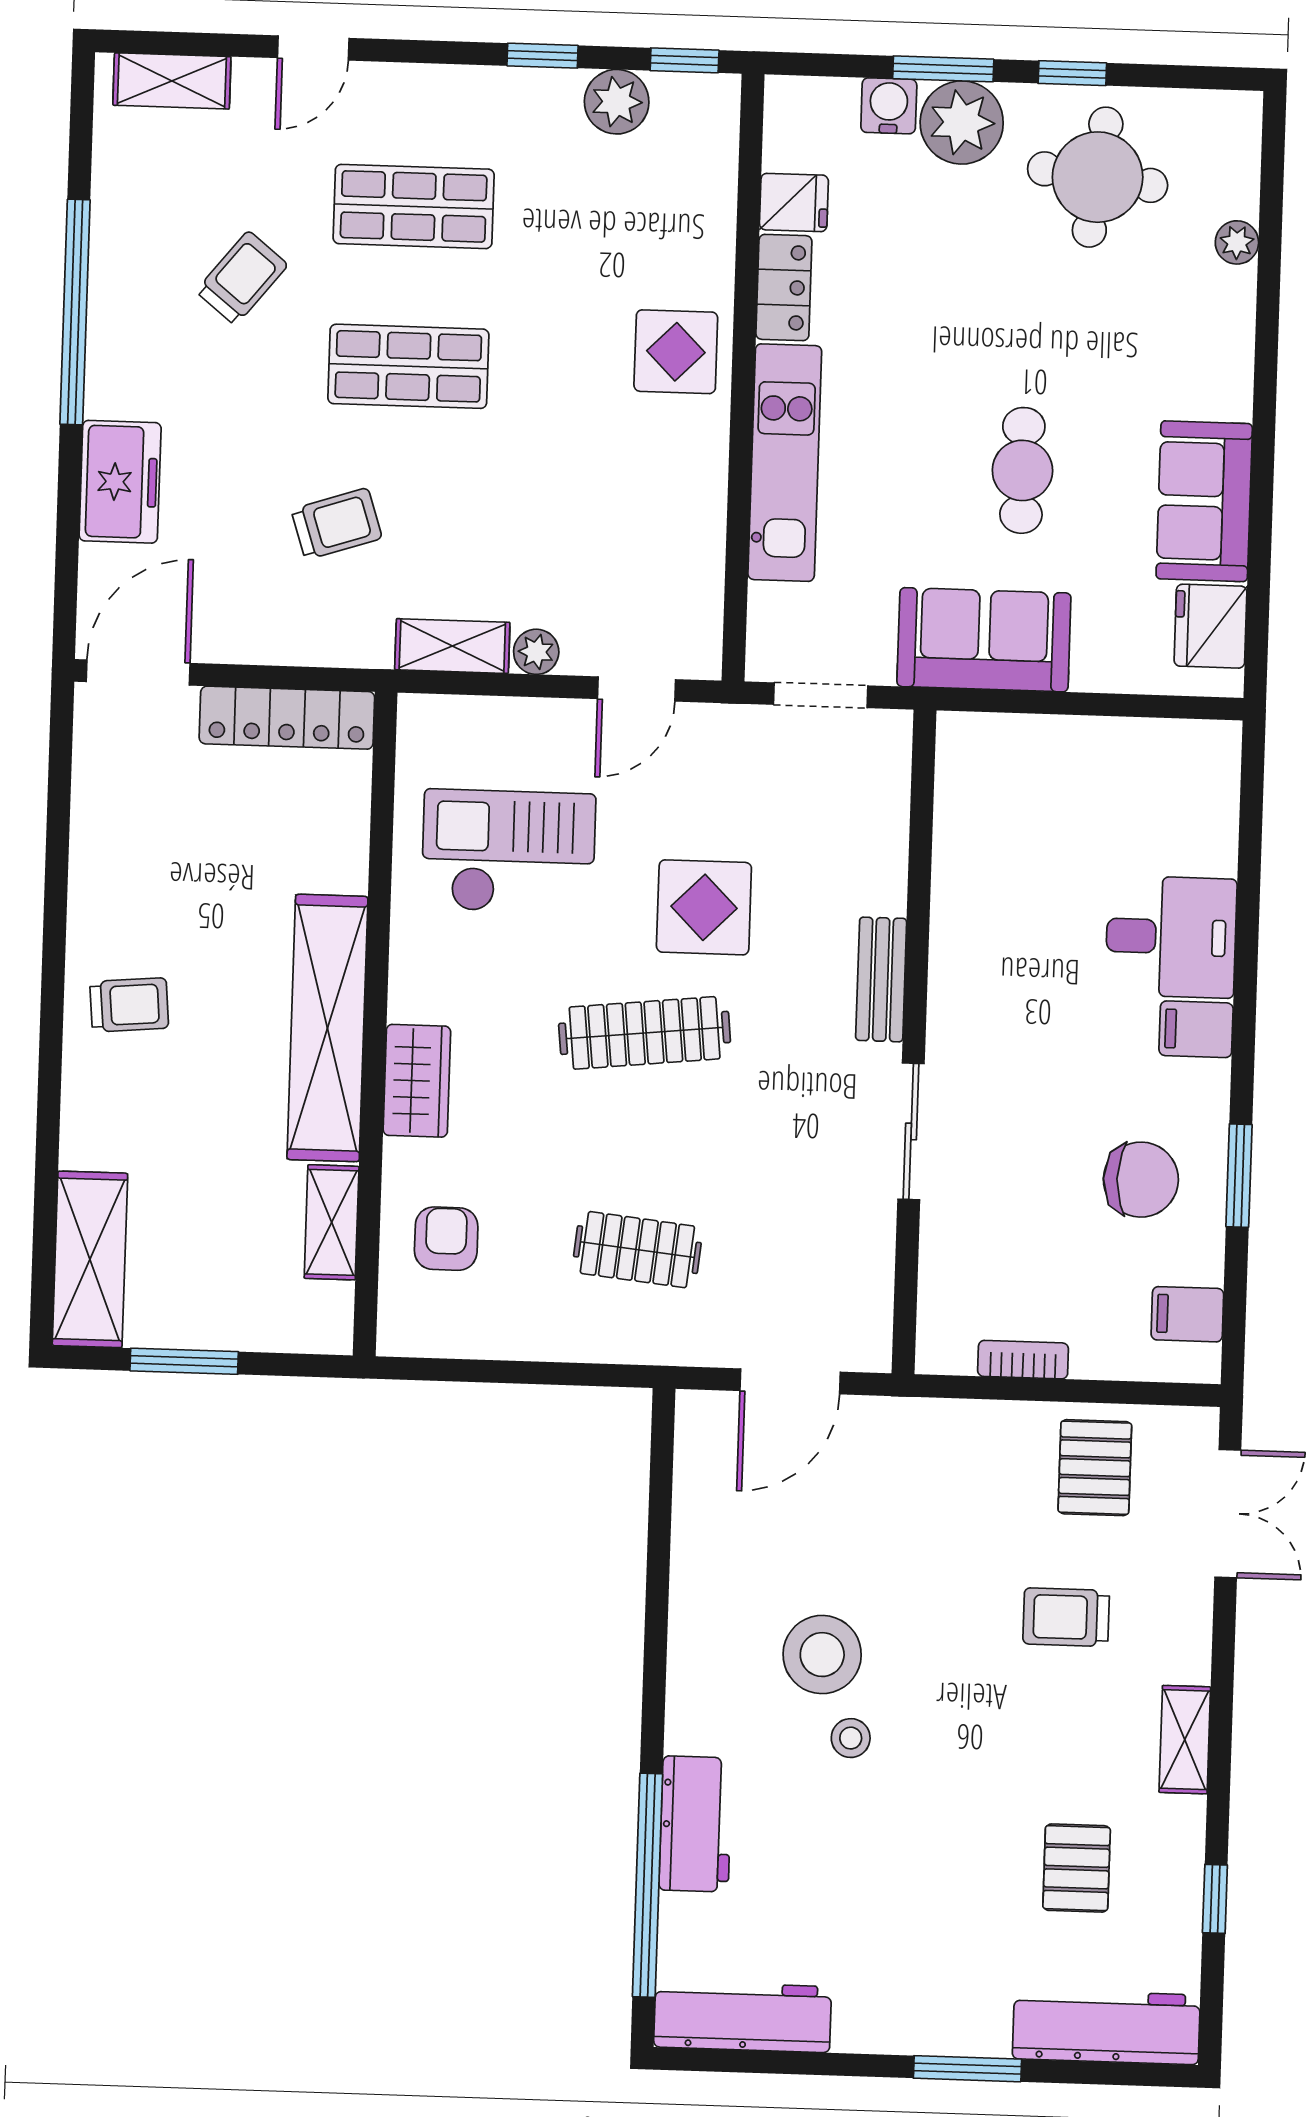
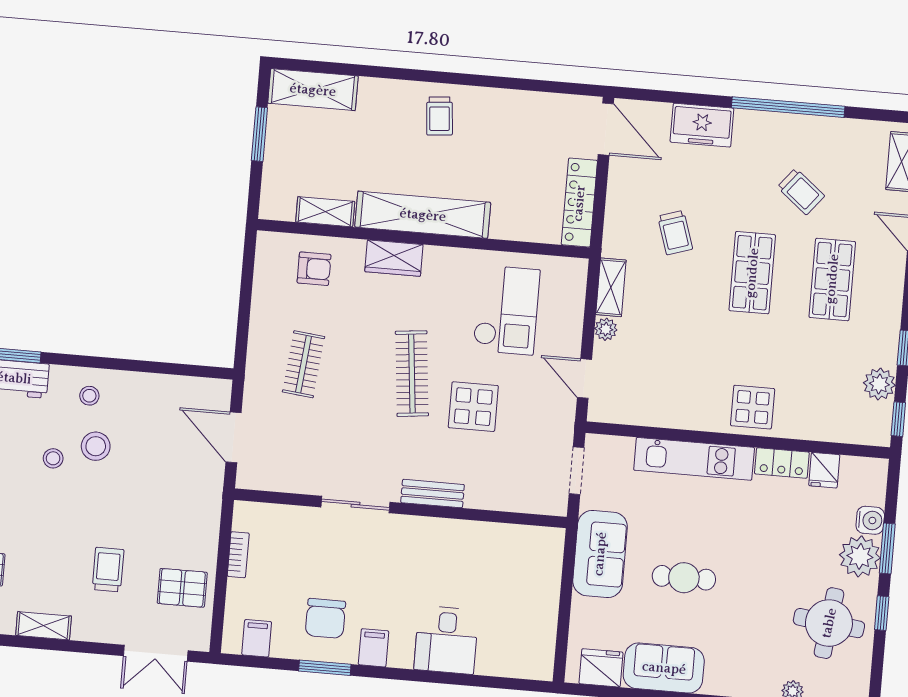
filing cabinet: (1196, 1029) -> (374, 648), moved
stool: (822, 1655) -> (96, 446), width x0.73, depth x0.73
stool: (722, 1672) -> (89, 396), added

